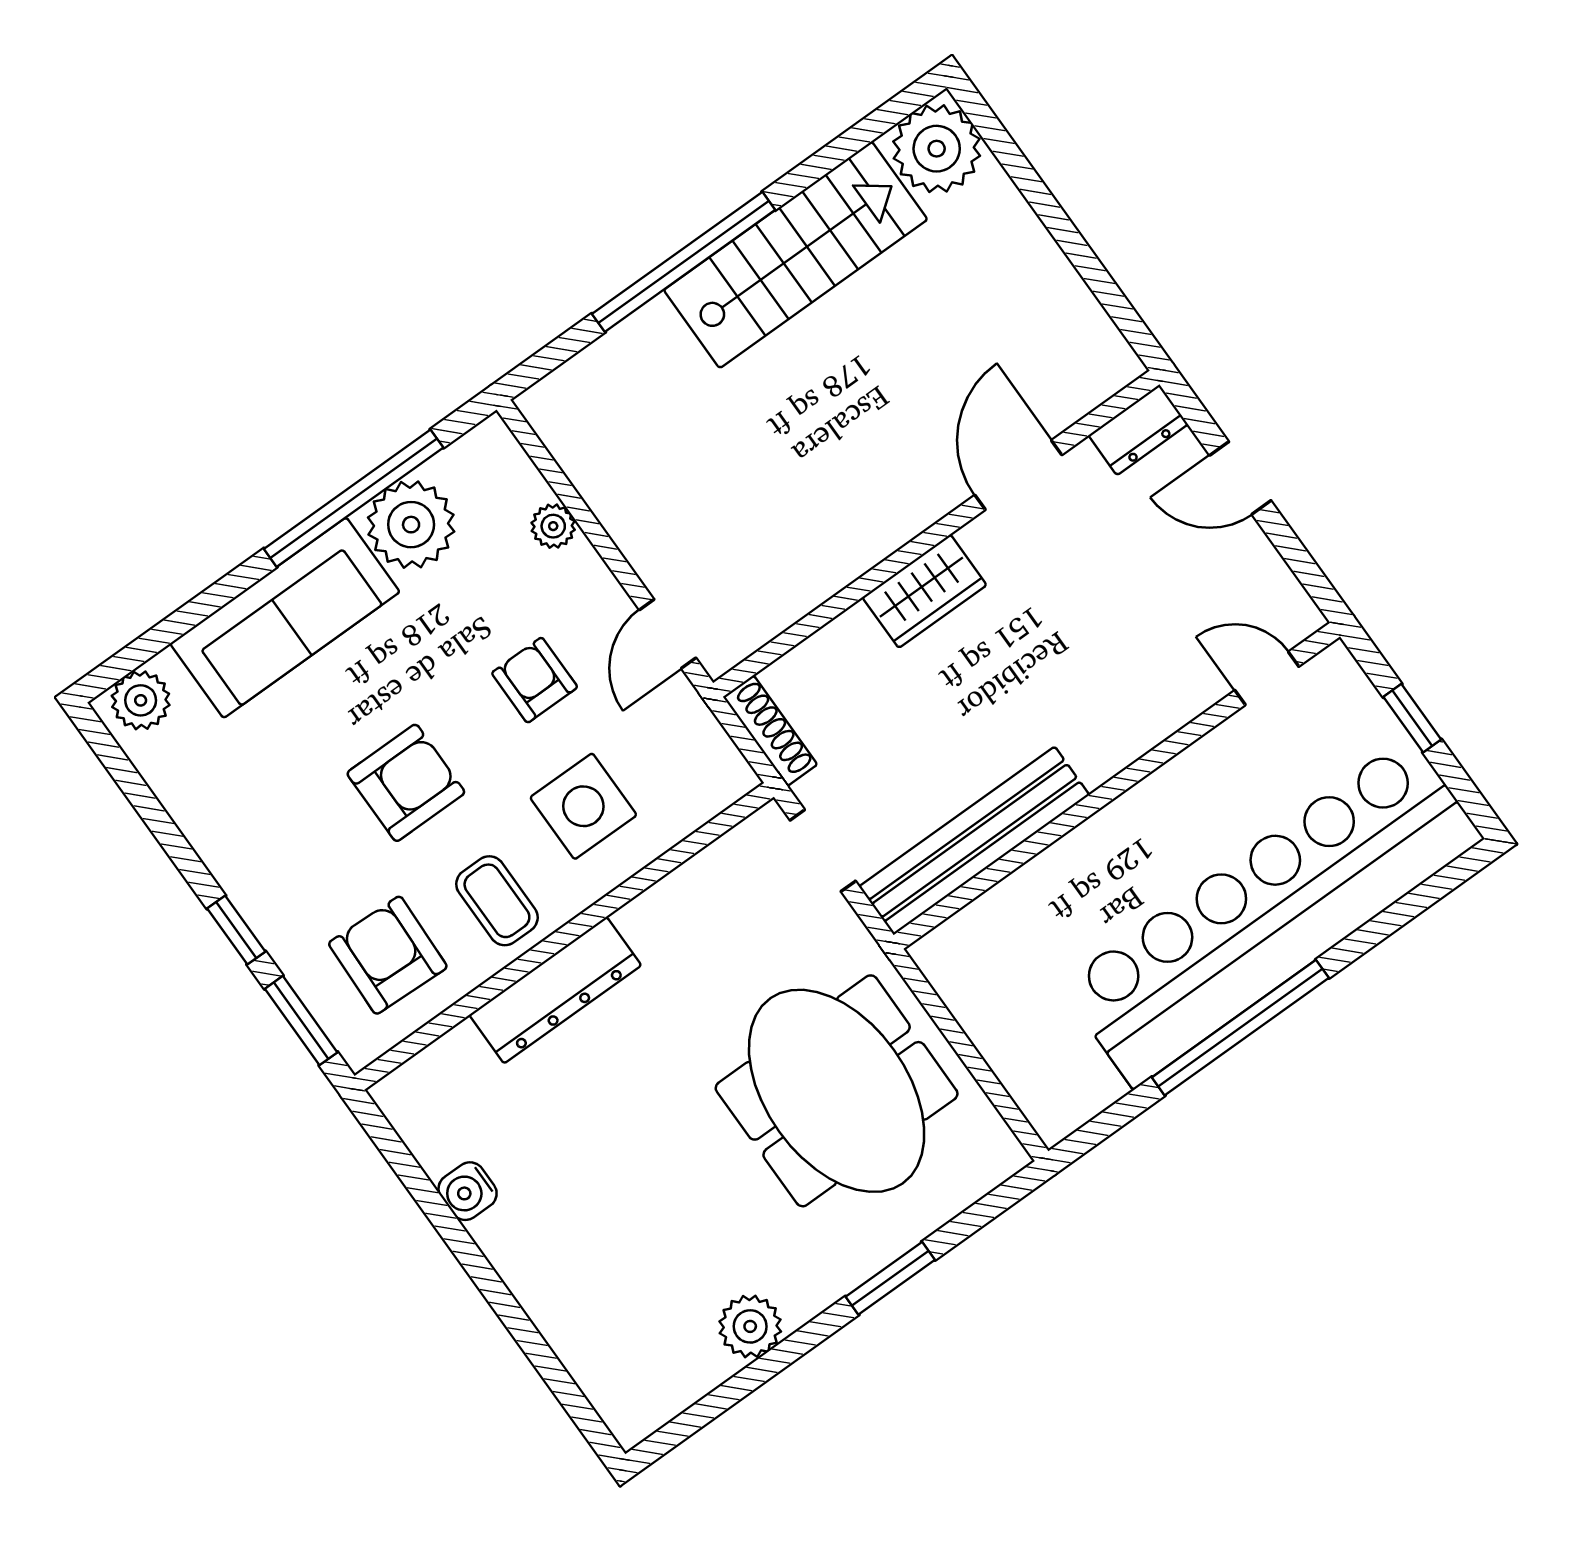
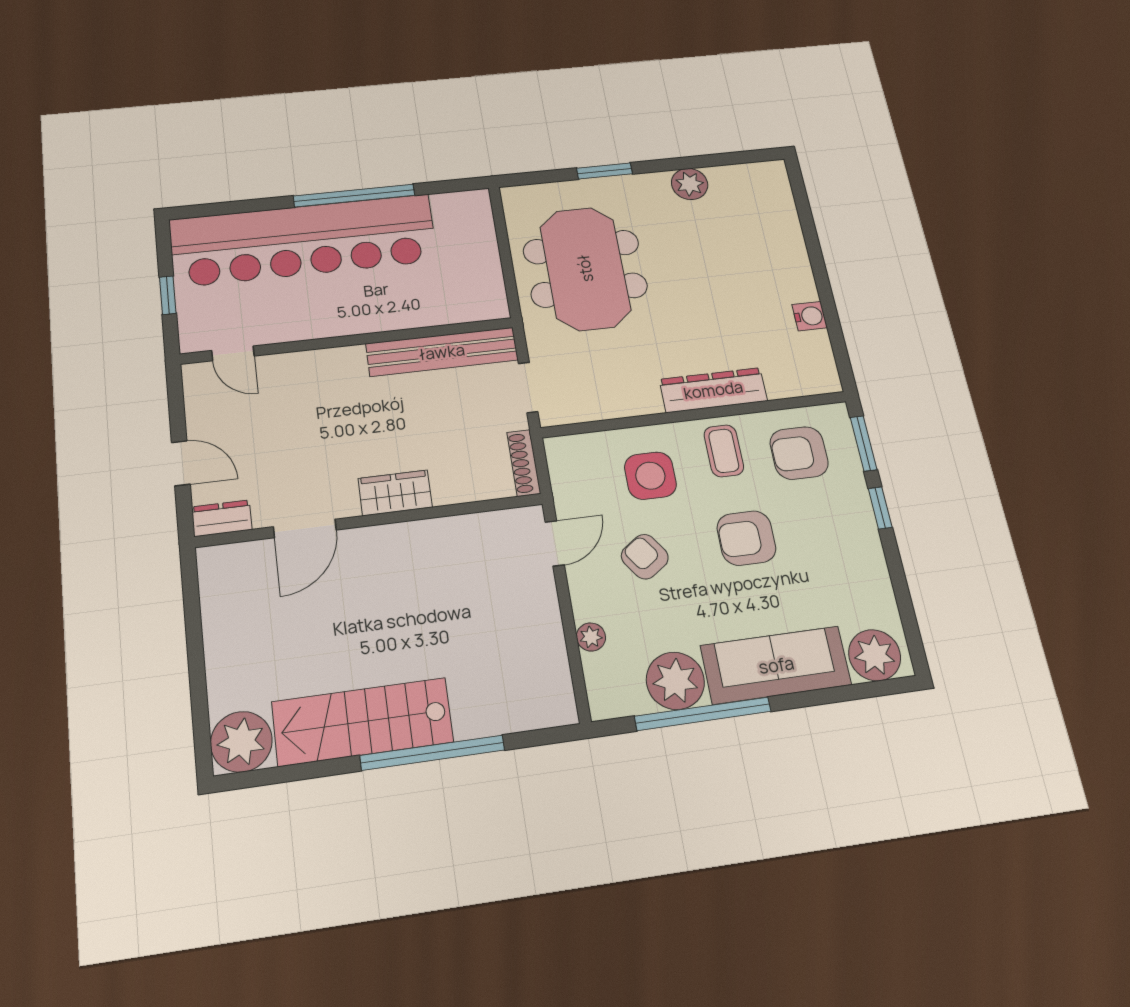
armchair: (535, 680) -> (645, 557), turned 145
plant: (141, 700) -> (875, 655), width x1.36, depth x1.36
armchair: (388, 955) -> (799, 453), turned 88

